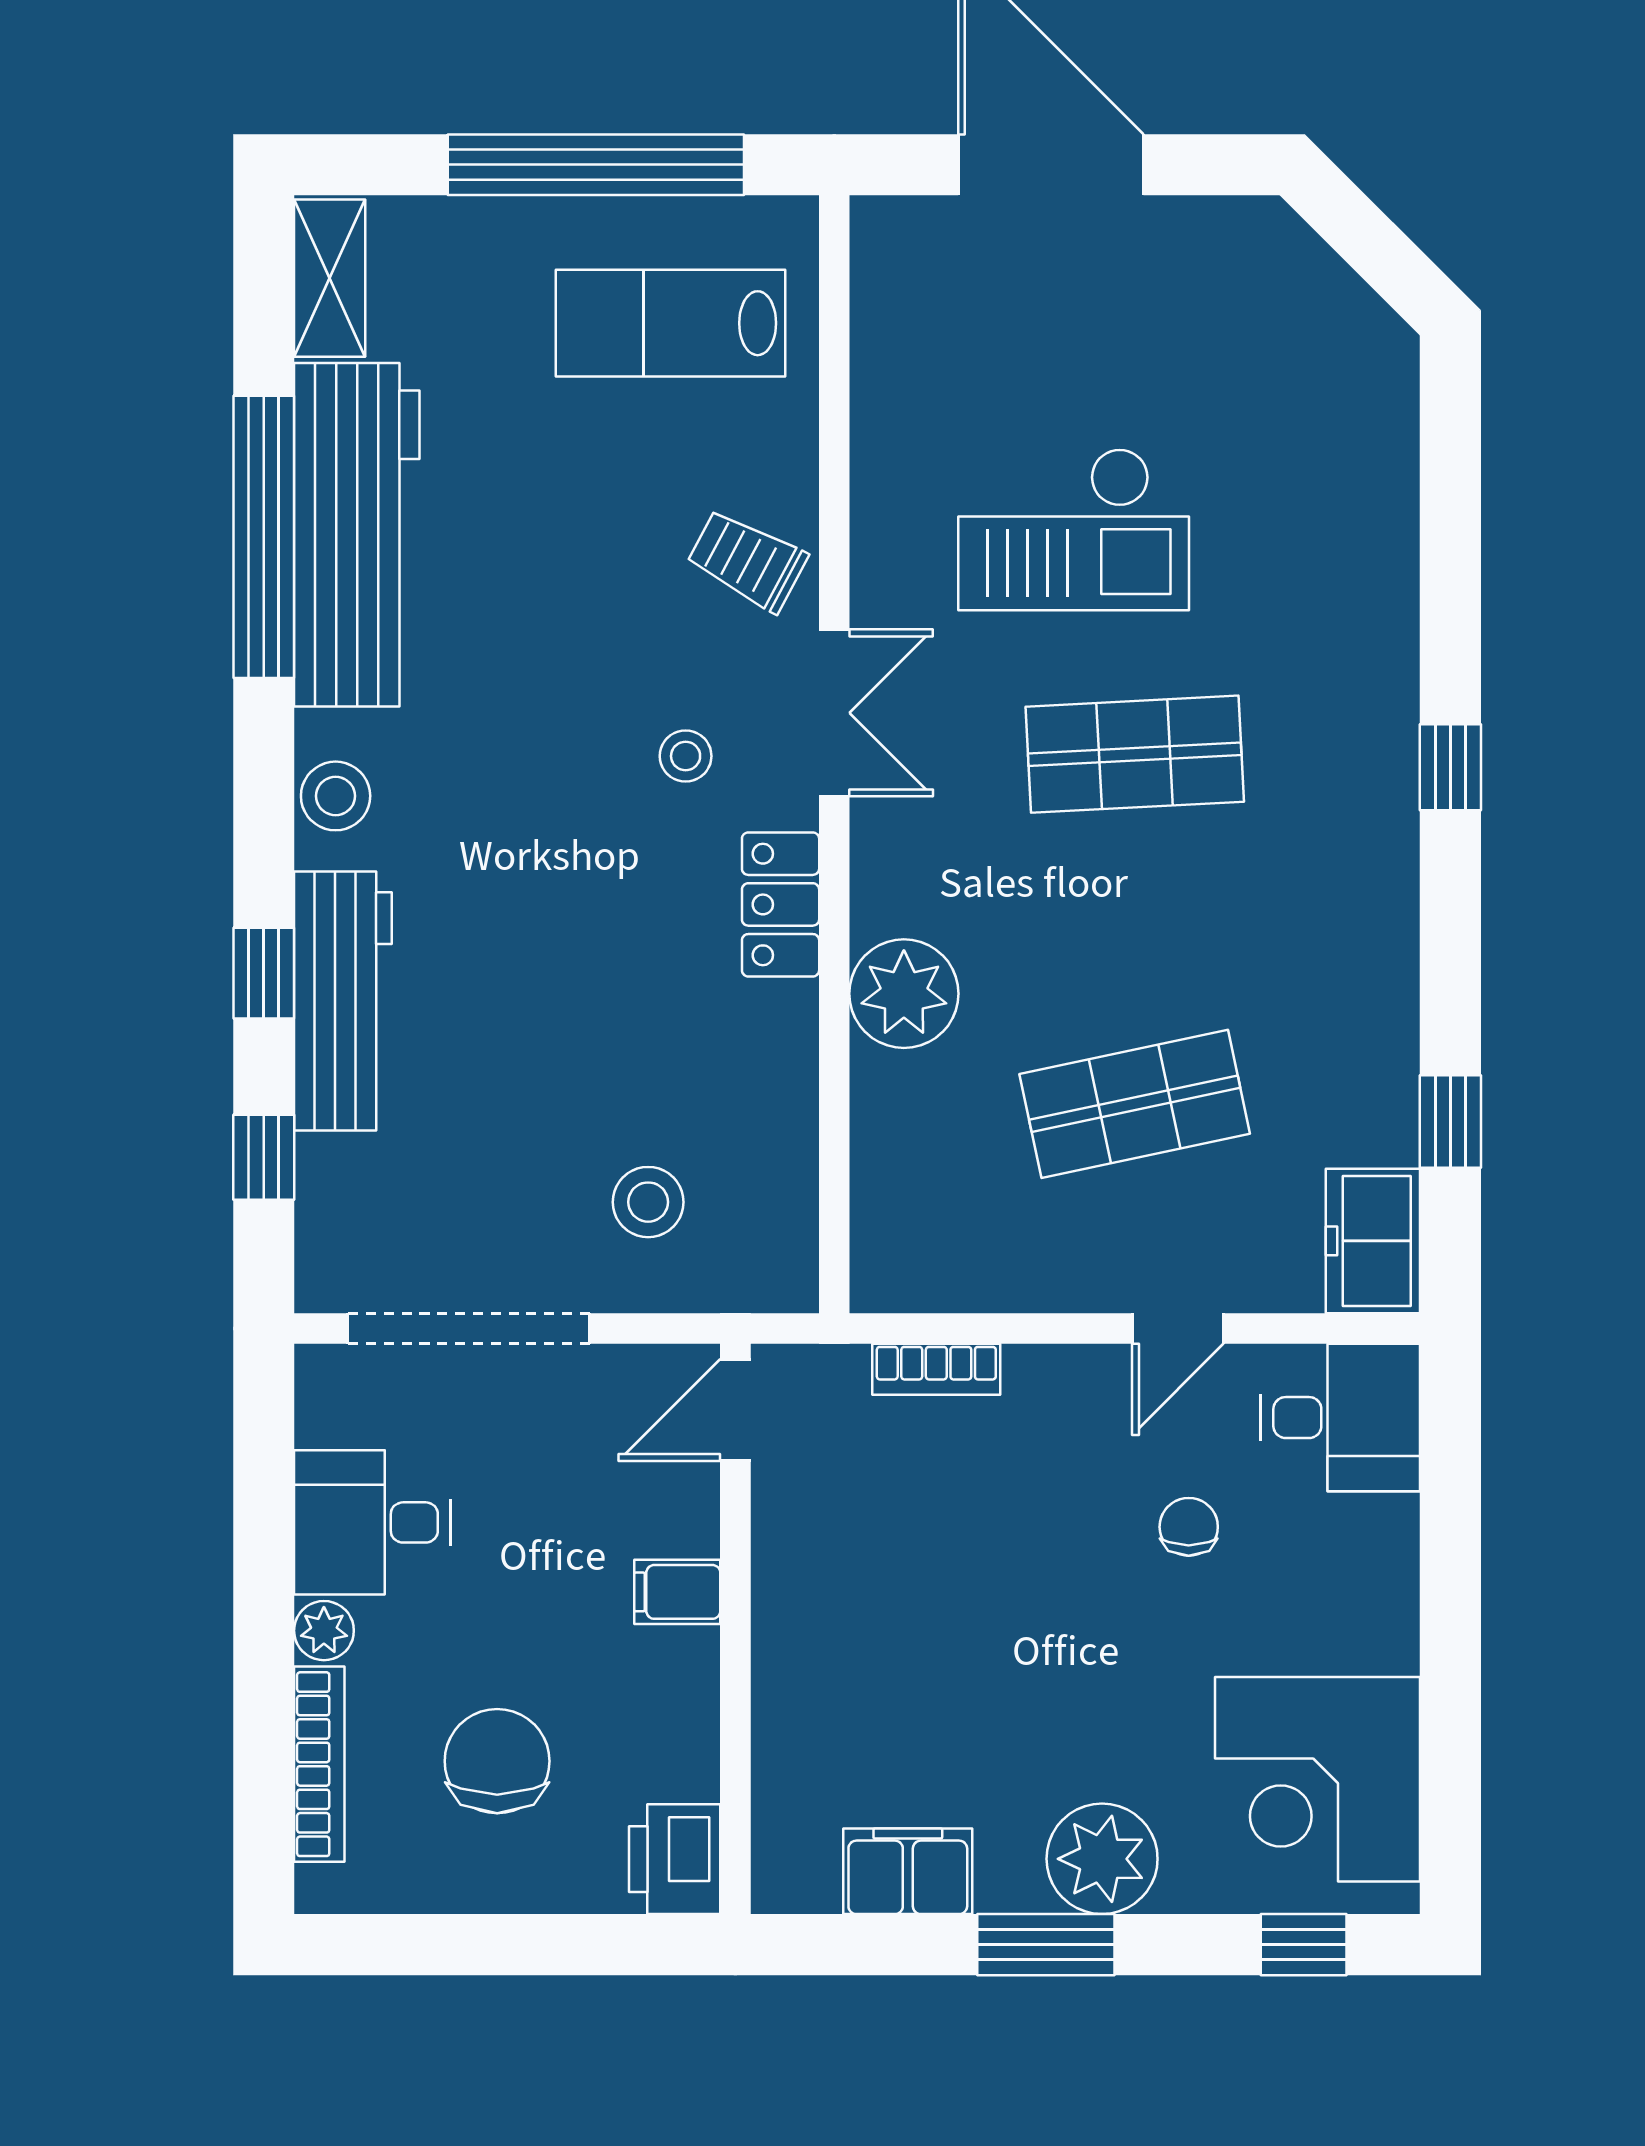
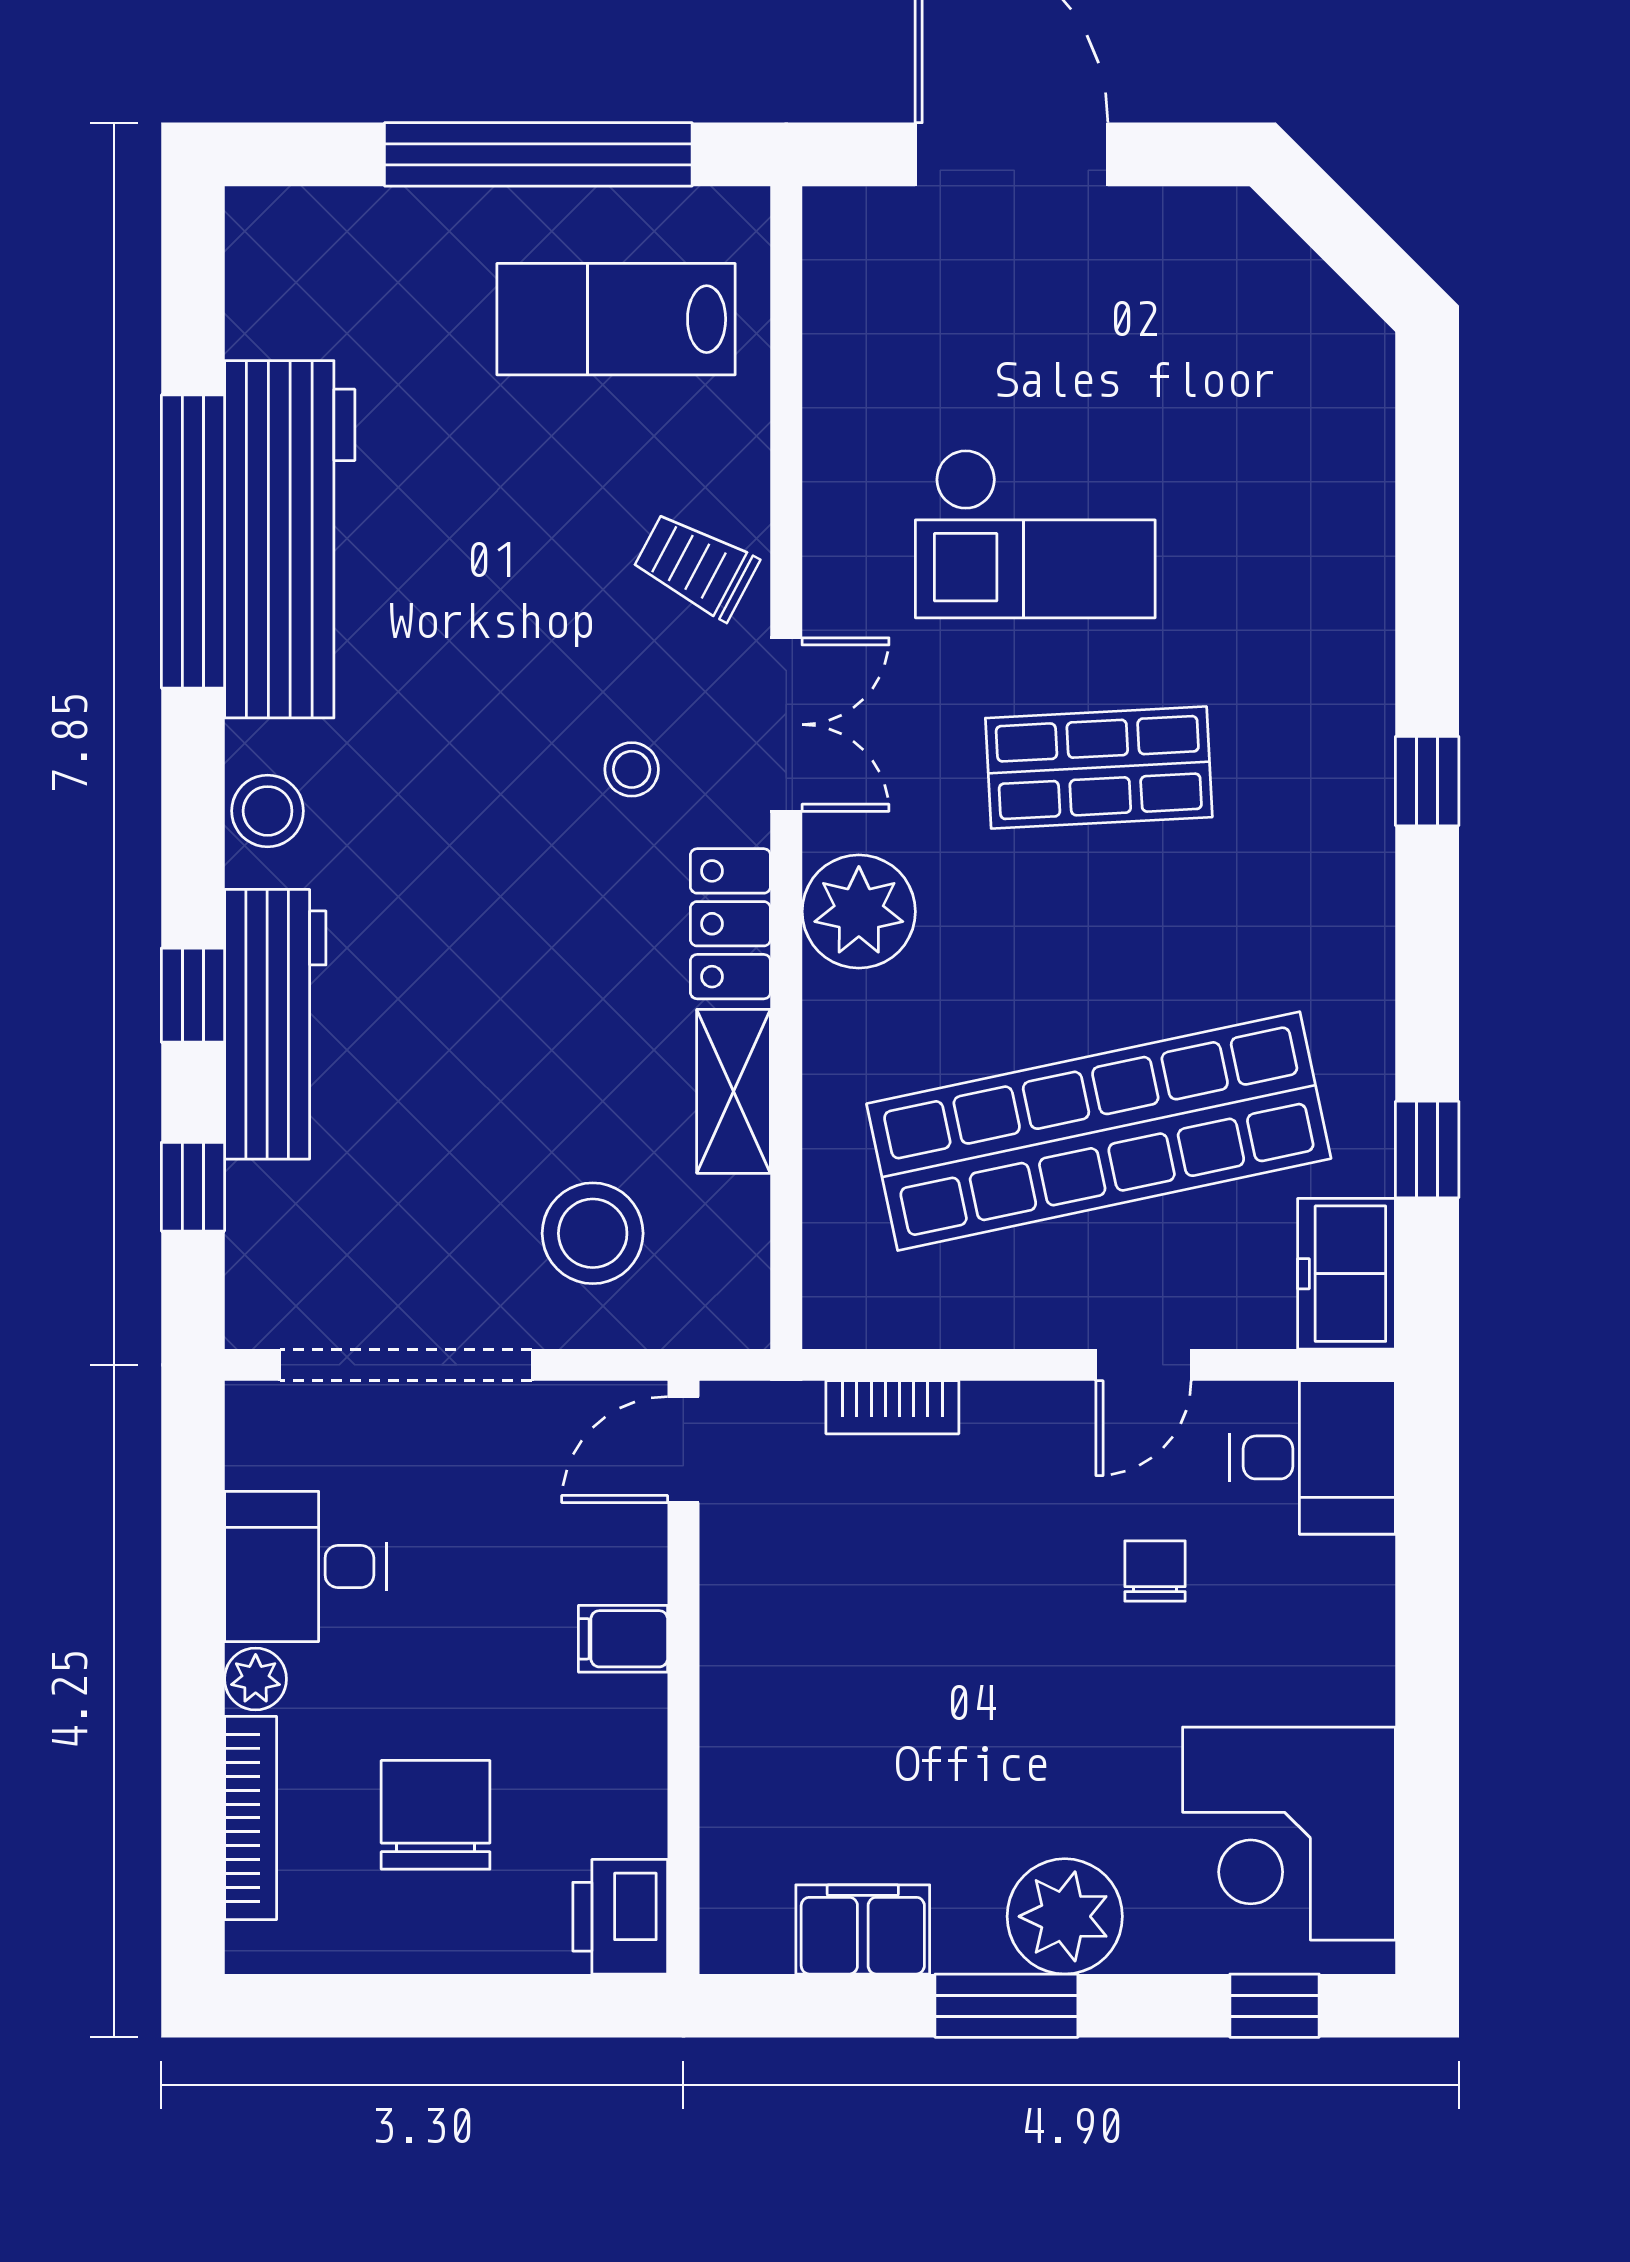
shelving: (330, 278) -> (734, 1091), moved
plant: (904, 994) -> (859, 912), moved
shop shelf: (1135, 1104) -> (1099, 1131), width x2.00, depth x1.36
stool: (648, 1202) -> (593, 1233), width x1.38, depth x1.38

